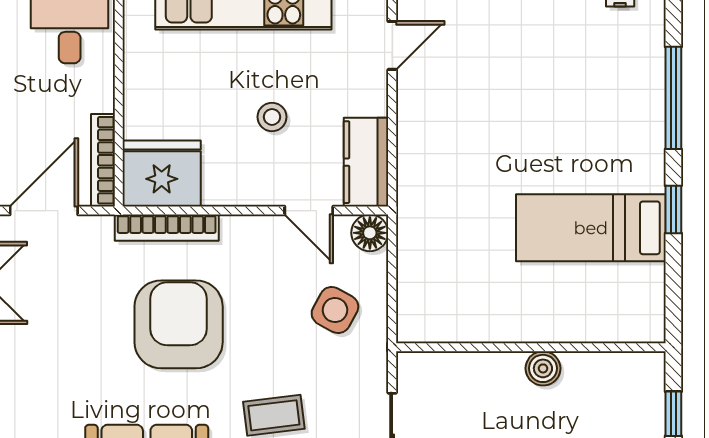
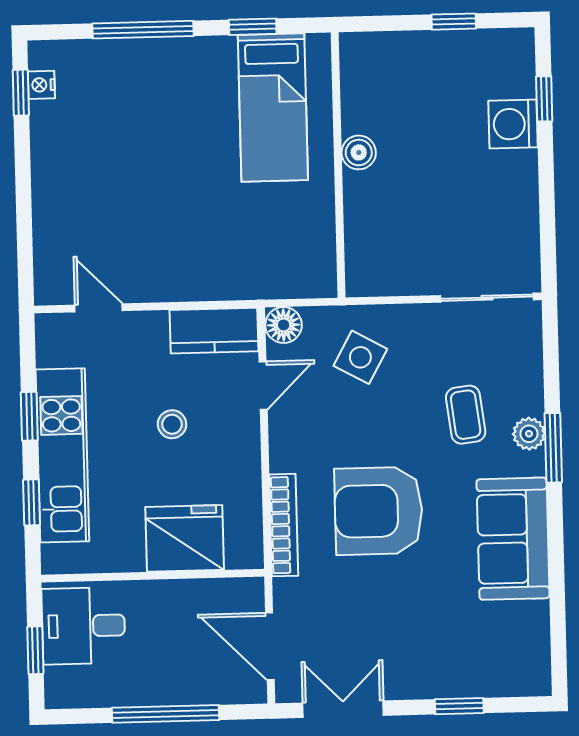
bookcase: (103, 160) -> (219, 589), removed
fridge: (162, 174) -> (185, 538), moved, turned 90
wall: (531, 347) -> (338, 165), moved
boiler: (543, 368) -> (359, 152), moved

